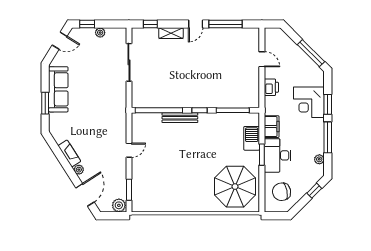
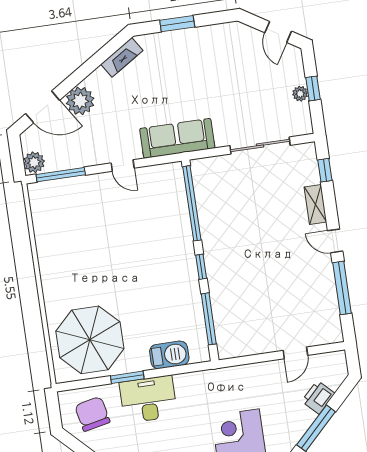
window: (87, 24) -> (313, 88), moved
printer: (271, 87) -> (318, 397), moved, turned 135
sofa: (58, 89) -> (177, 138), moved, turned 180
bench: (180, 118) -> (185, 238), removed
filing cabinet: (272, 127) -> (192, 383), removed
fireplace: (69, 153) -> (122, 57), moved
window: (262, 155) -> (127, 377), moved
plant: (79, 170) -> (80, 101), width x1.88, depth x1.88
window: (129, 190) -> (61, 175), width x1.44

